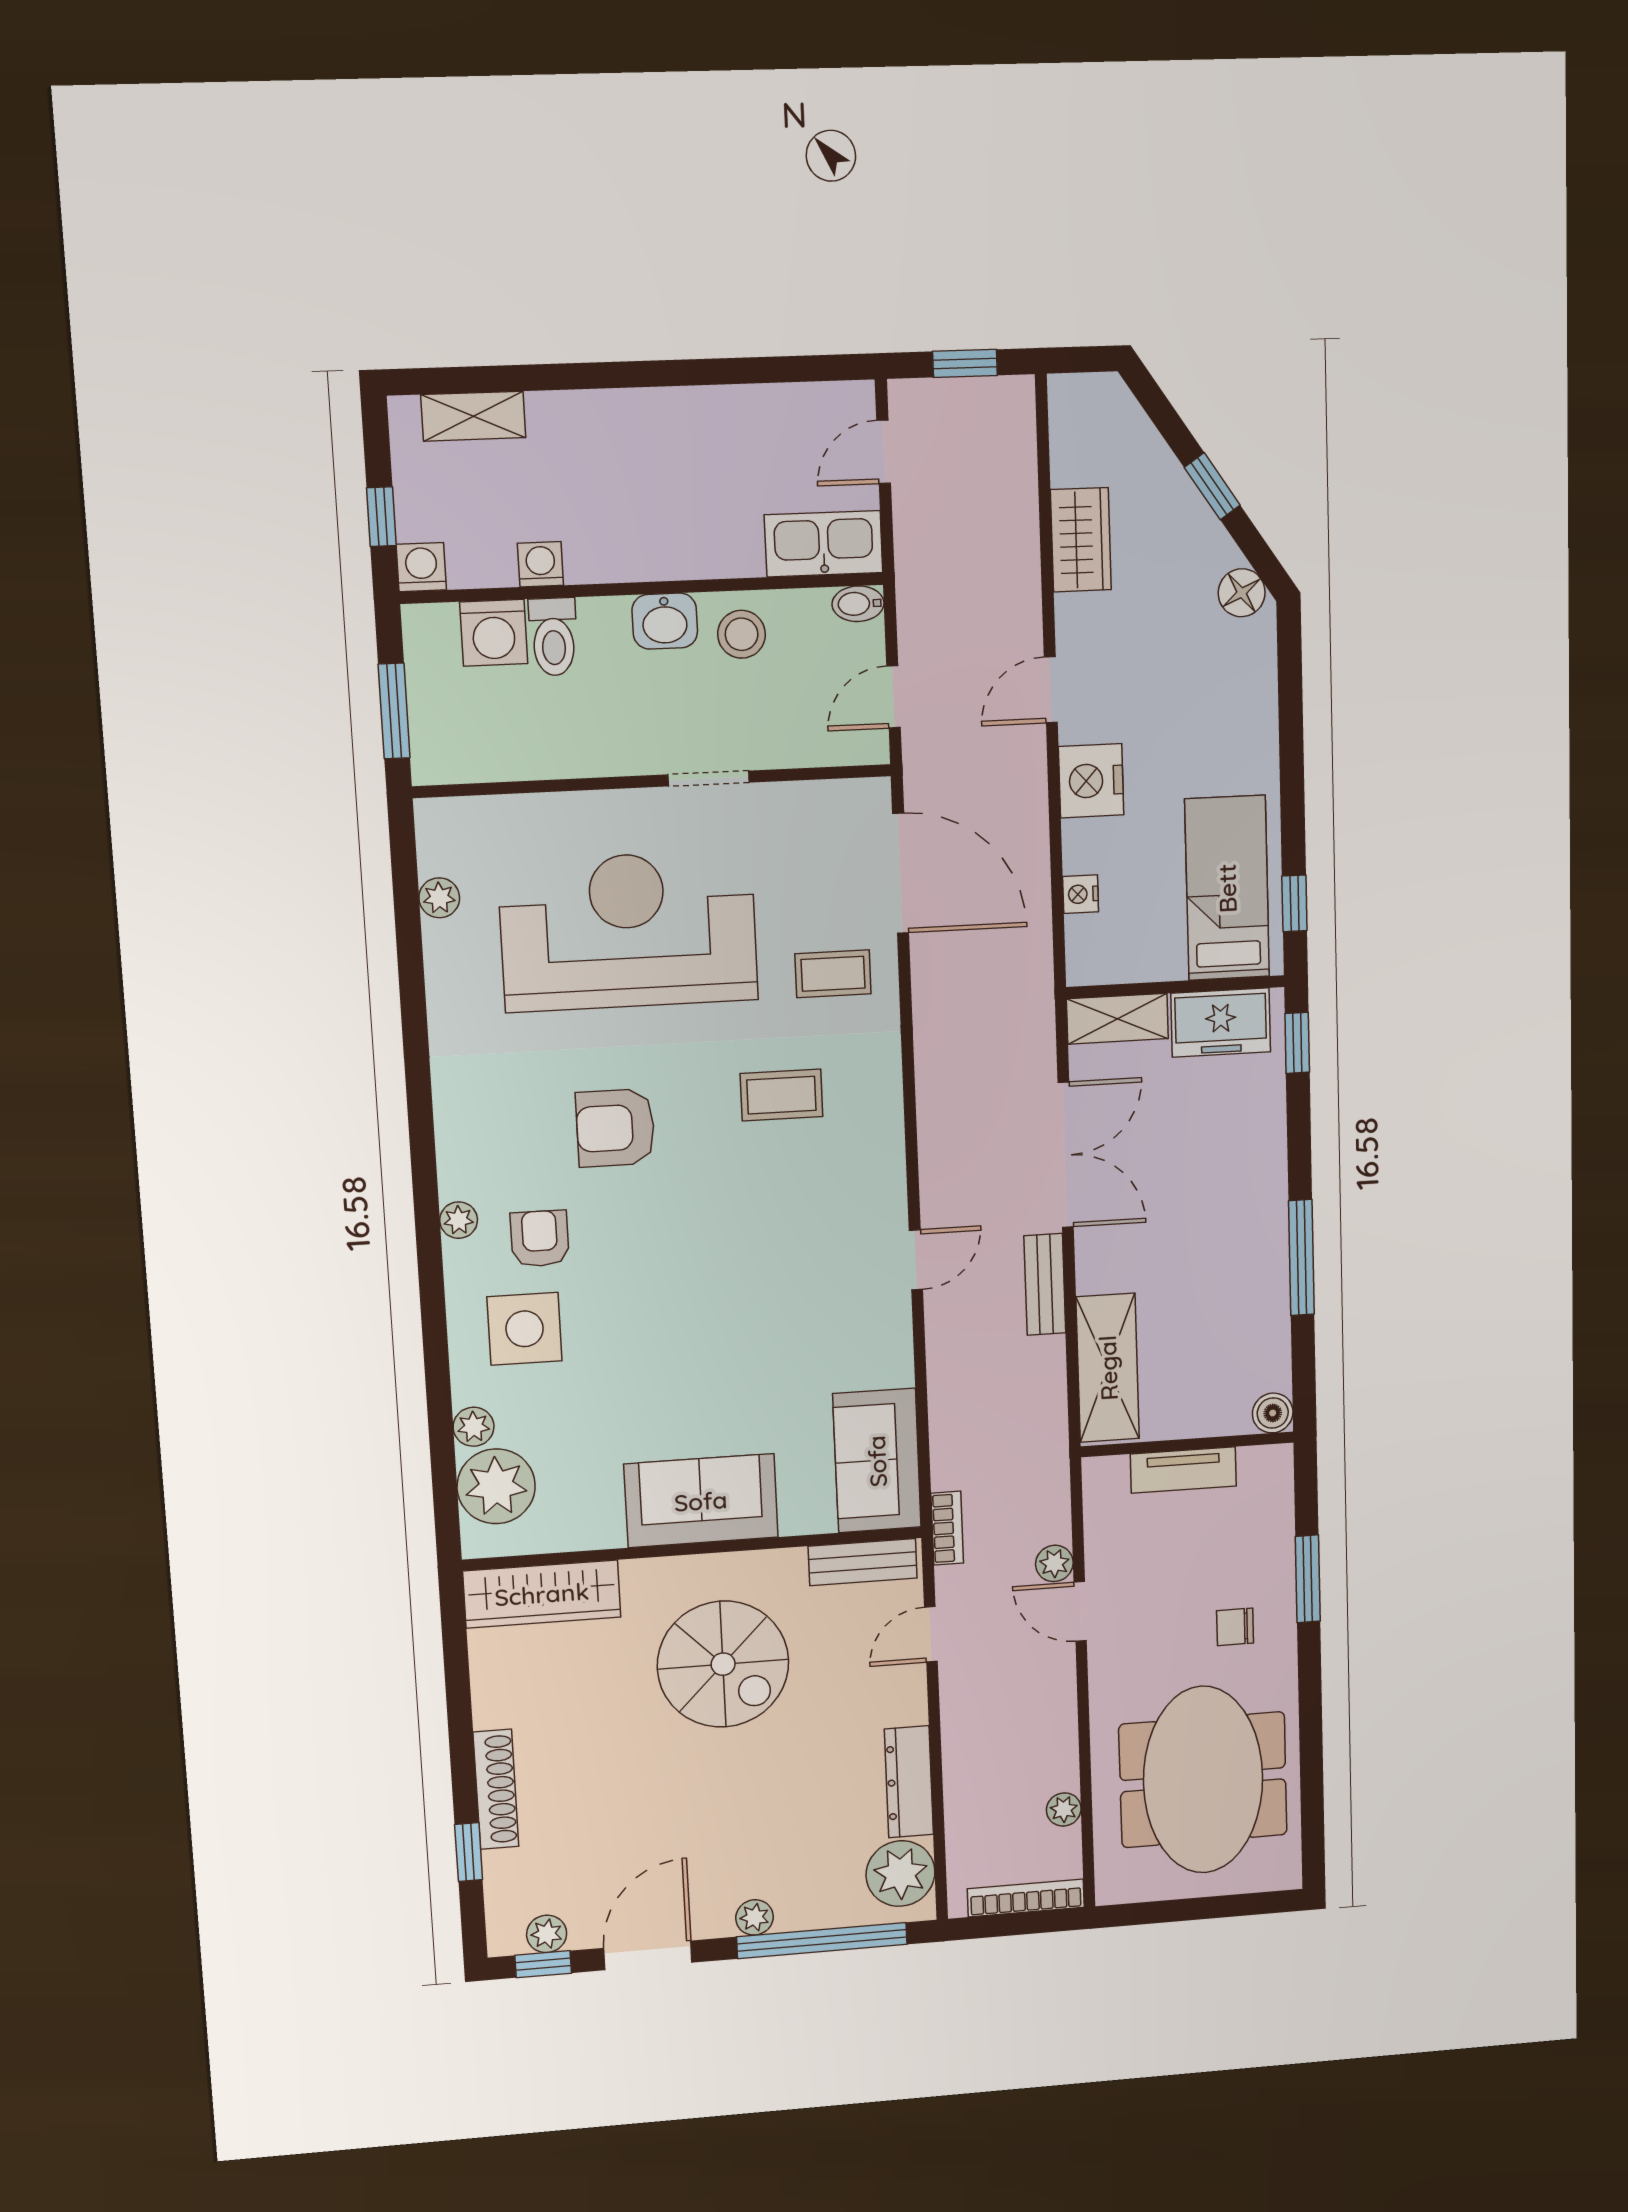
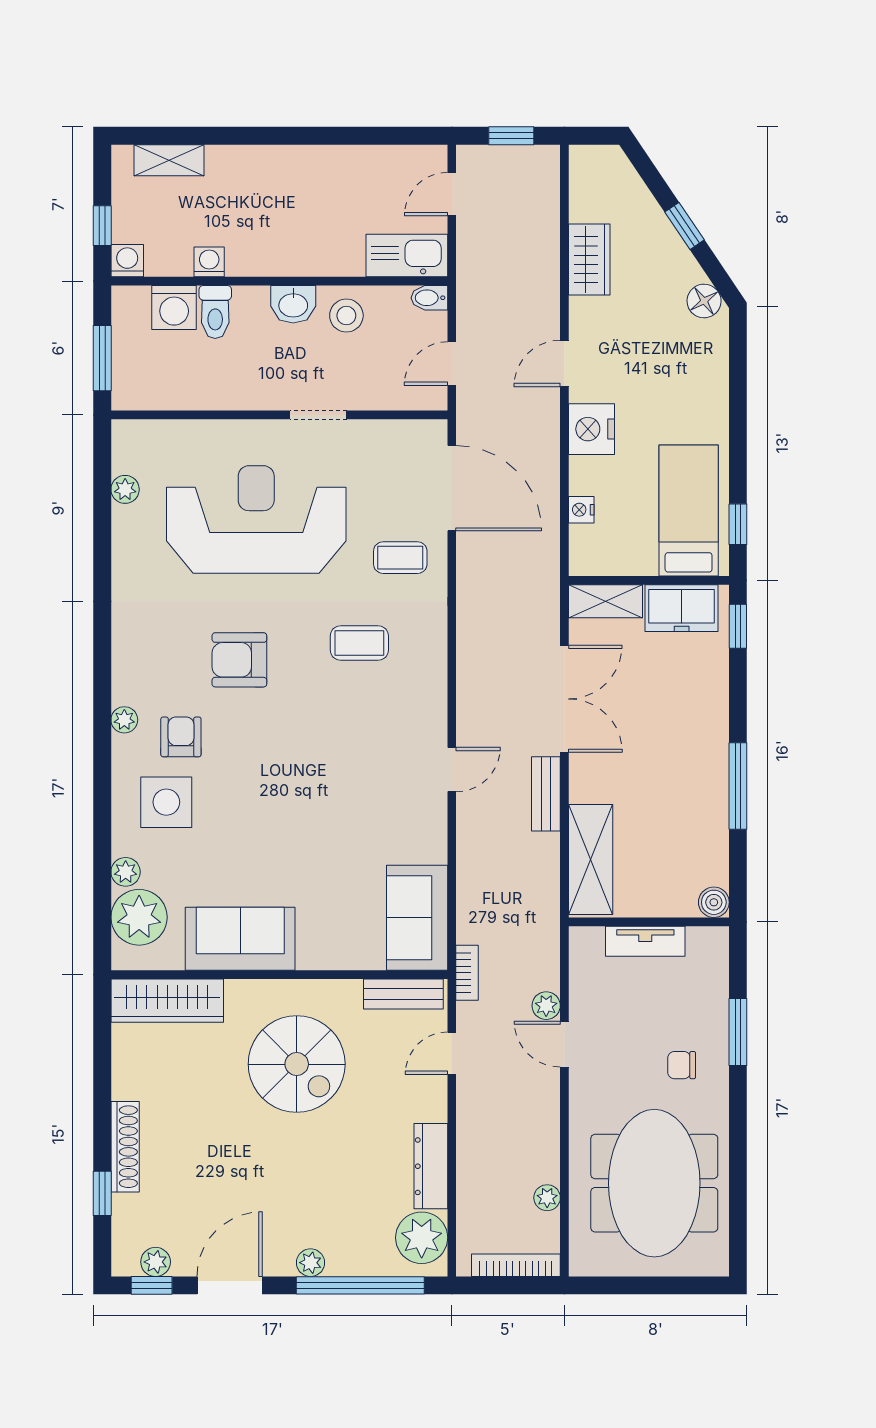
sofa: (701, 1501) -> (240, 939), moved

